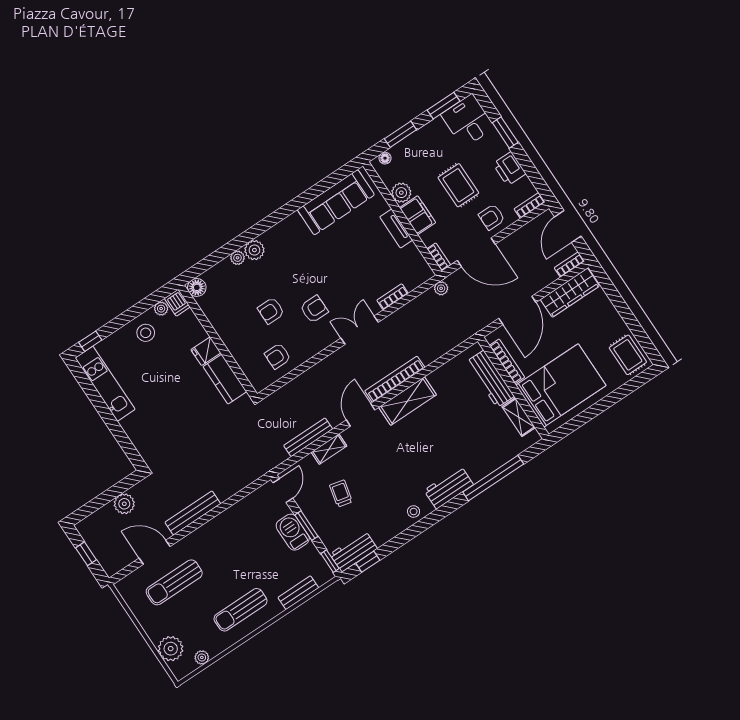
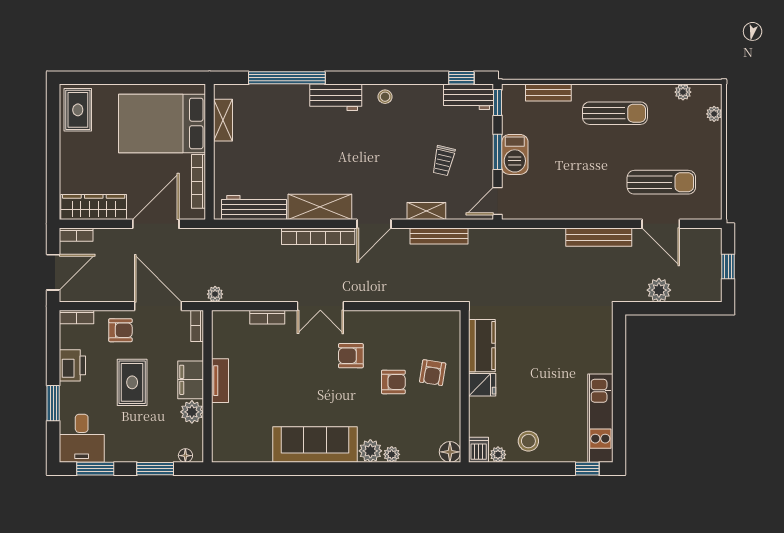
sofa: (336, 202) -> (315, 445), moved
armchair: (278, 356) -> (433, 373), moved, turned 99
workbench: (490, 379) -> (254, 208), moved, turned -90
plant: (171, 649) -> (714, 114), width x0.53, depth x0.53

